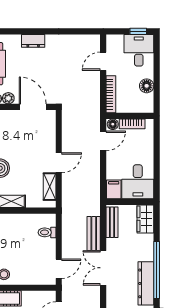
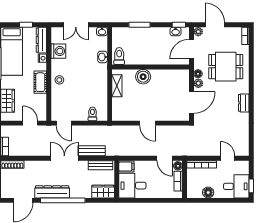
shelving: (50, 187) -> (129, 116), removed

